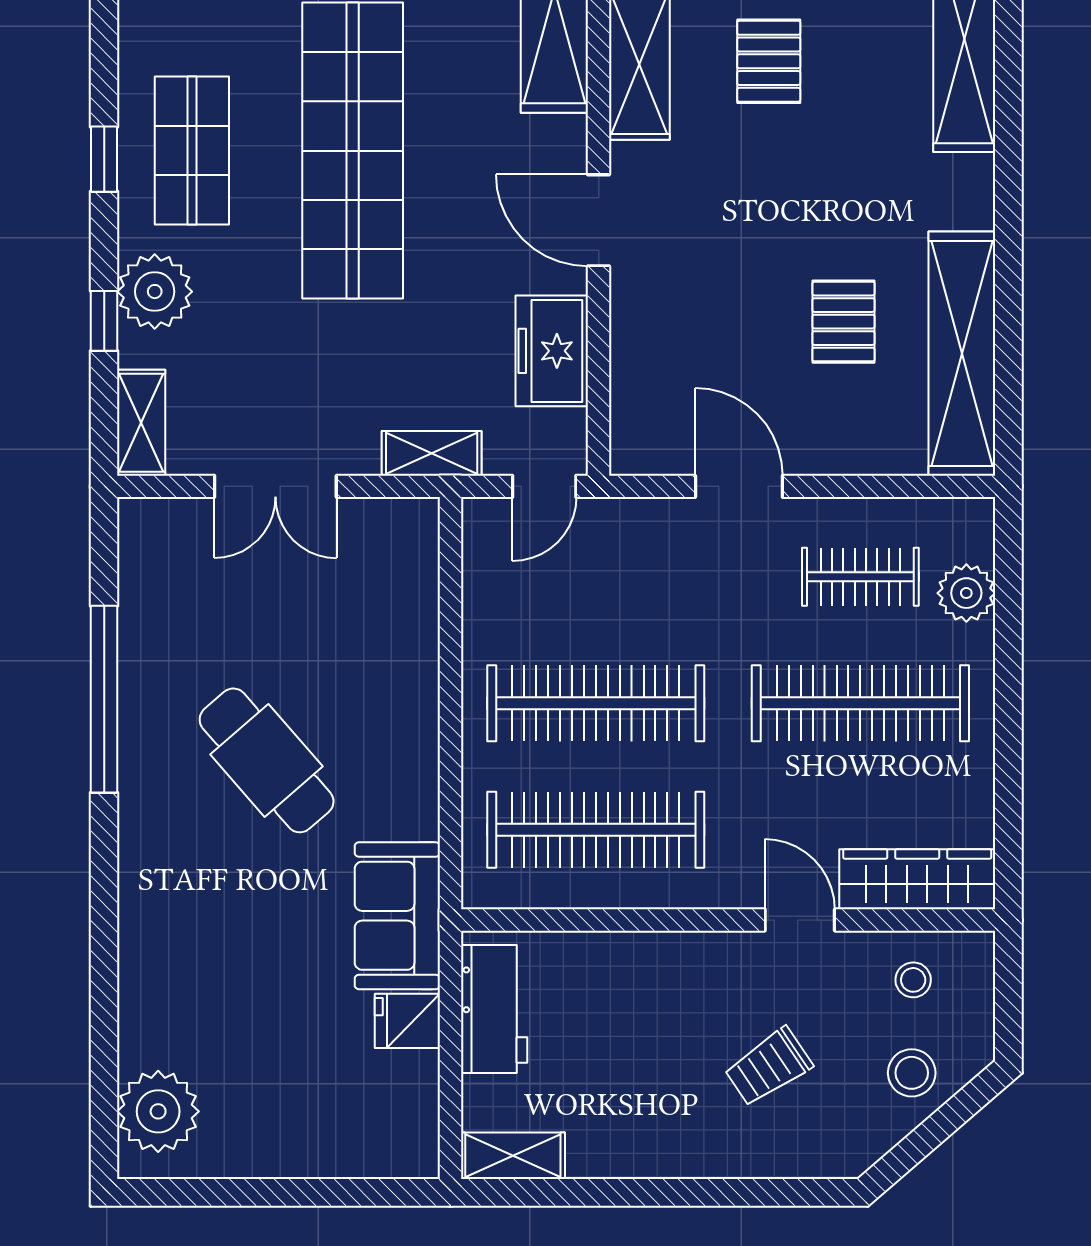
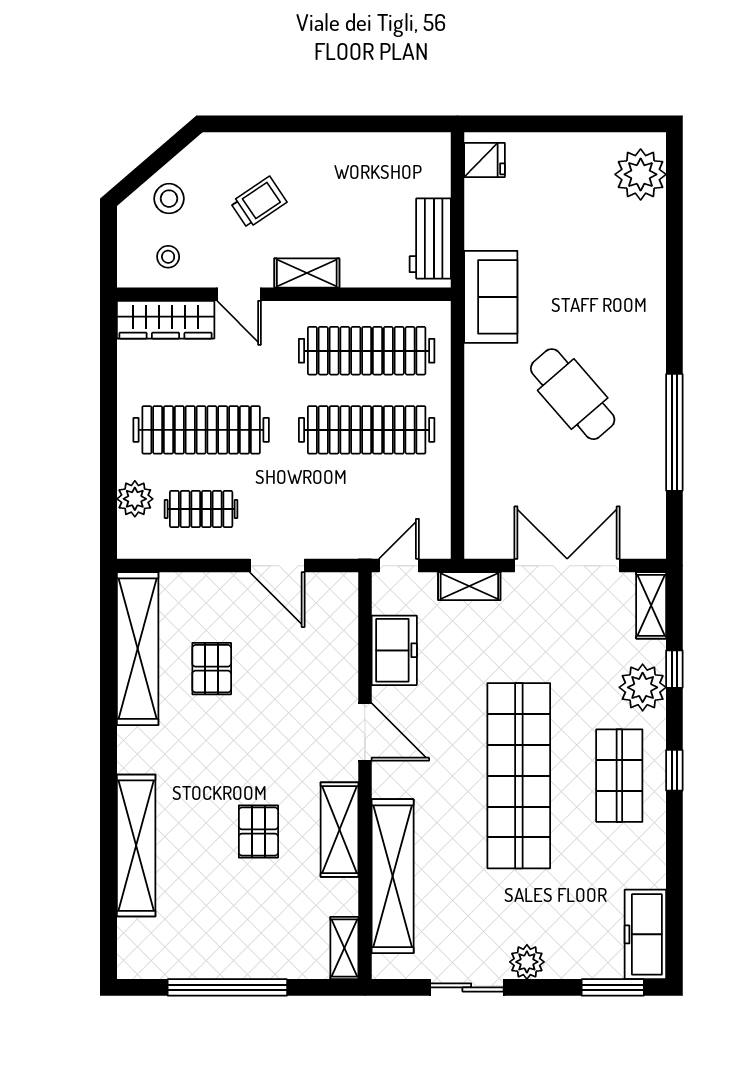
double door: (275, 486) -> (567, 566), width x1.37
fridge: (407, 1021) -> (485, 160), moved
shelving: (513, 1156) -> (307, 273), moved

